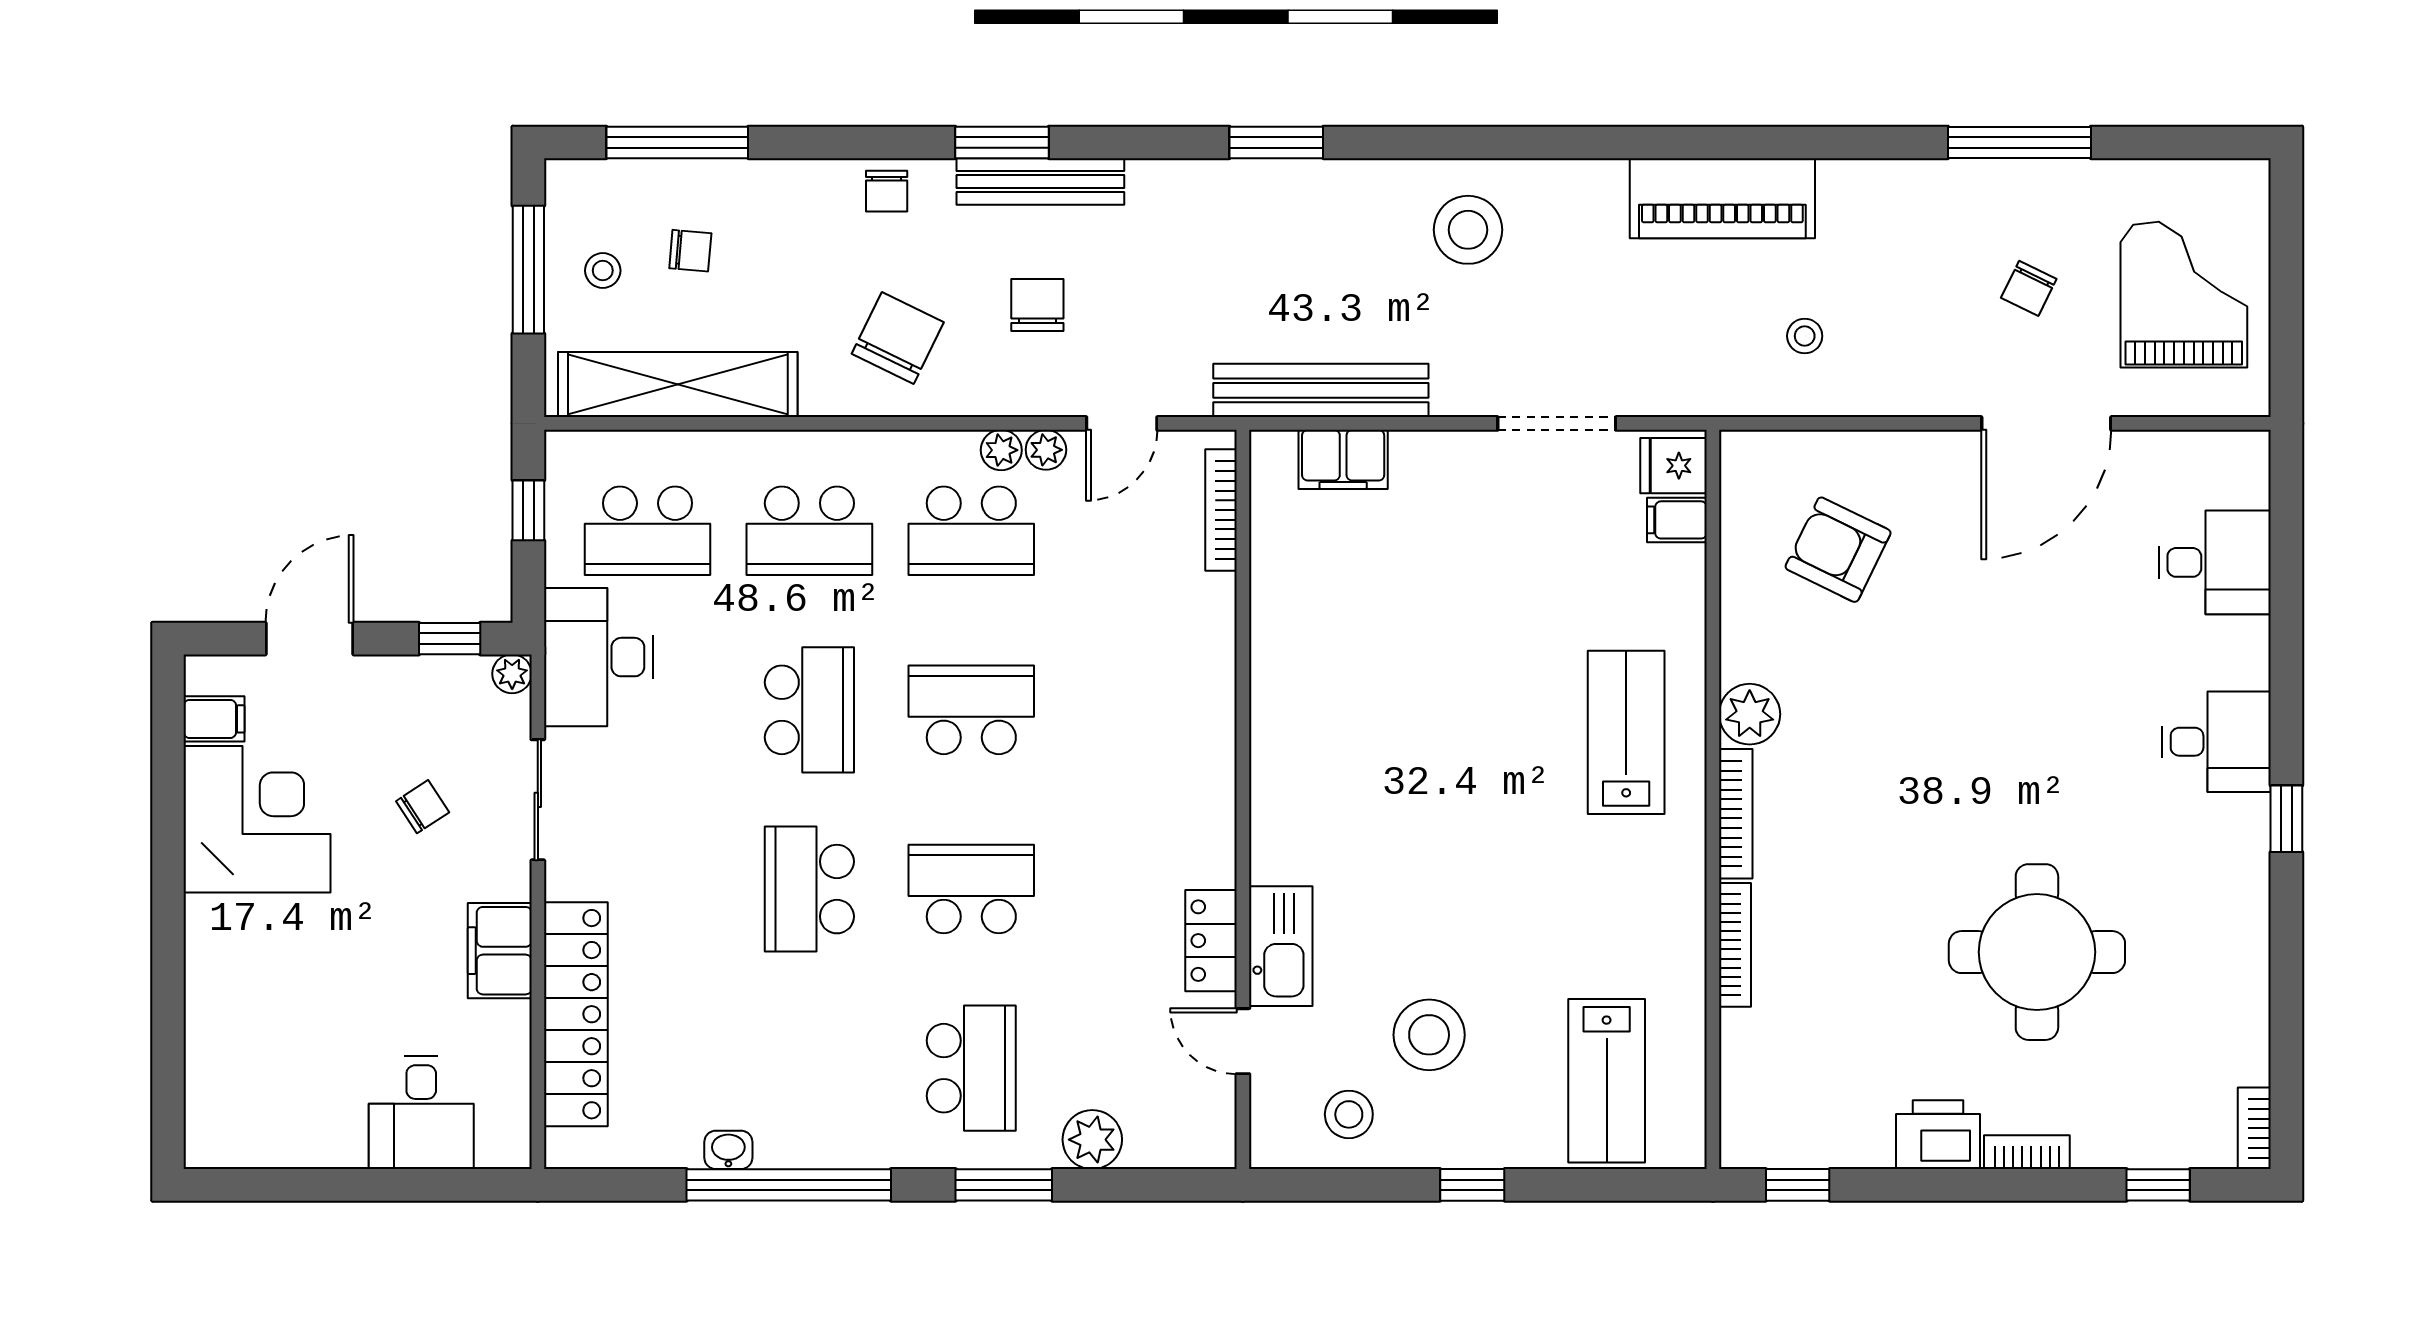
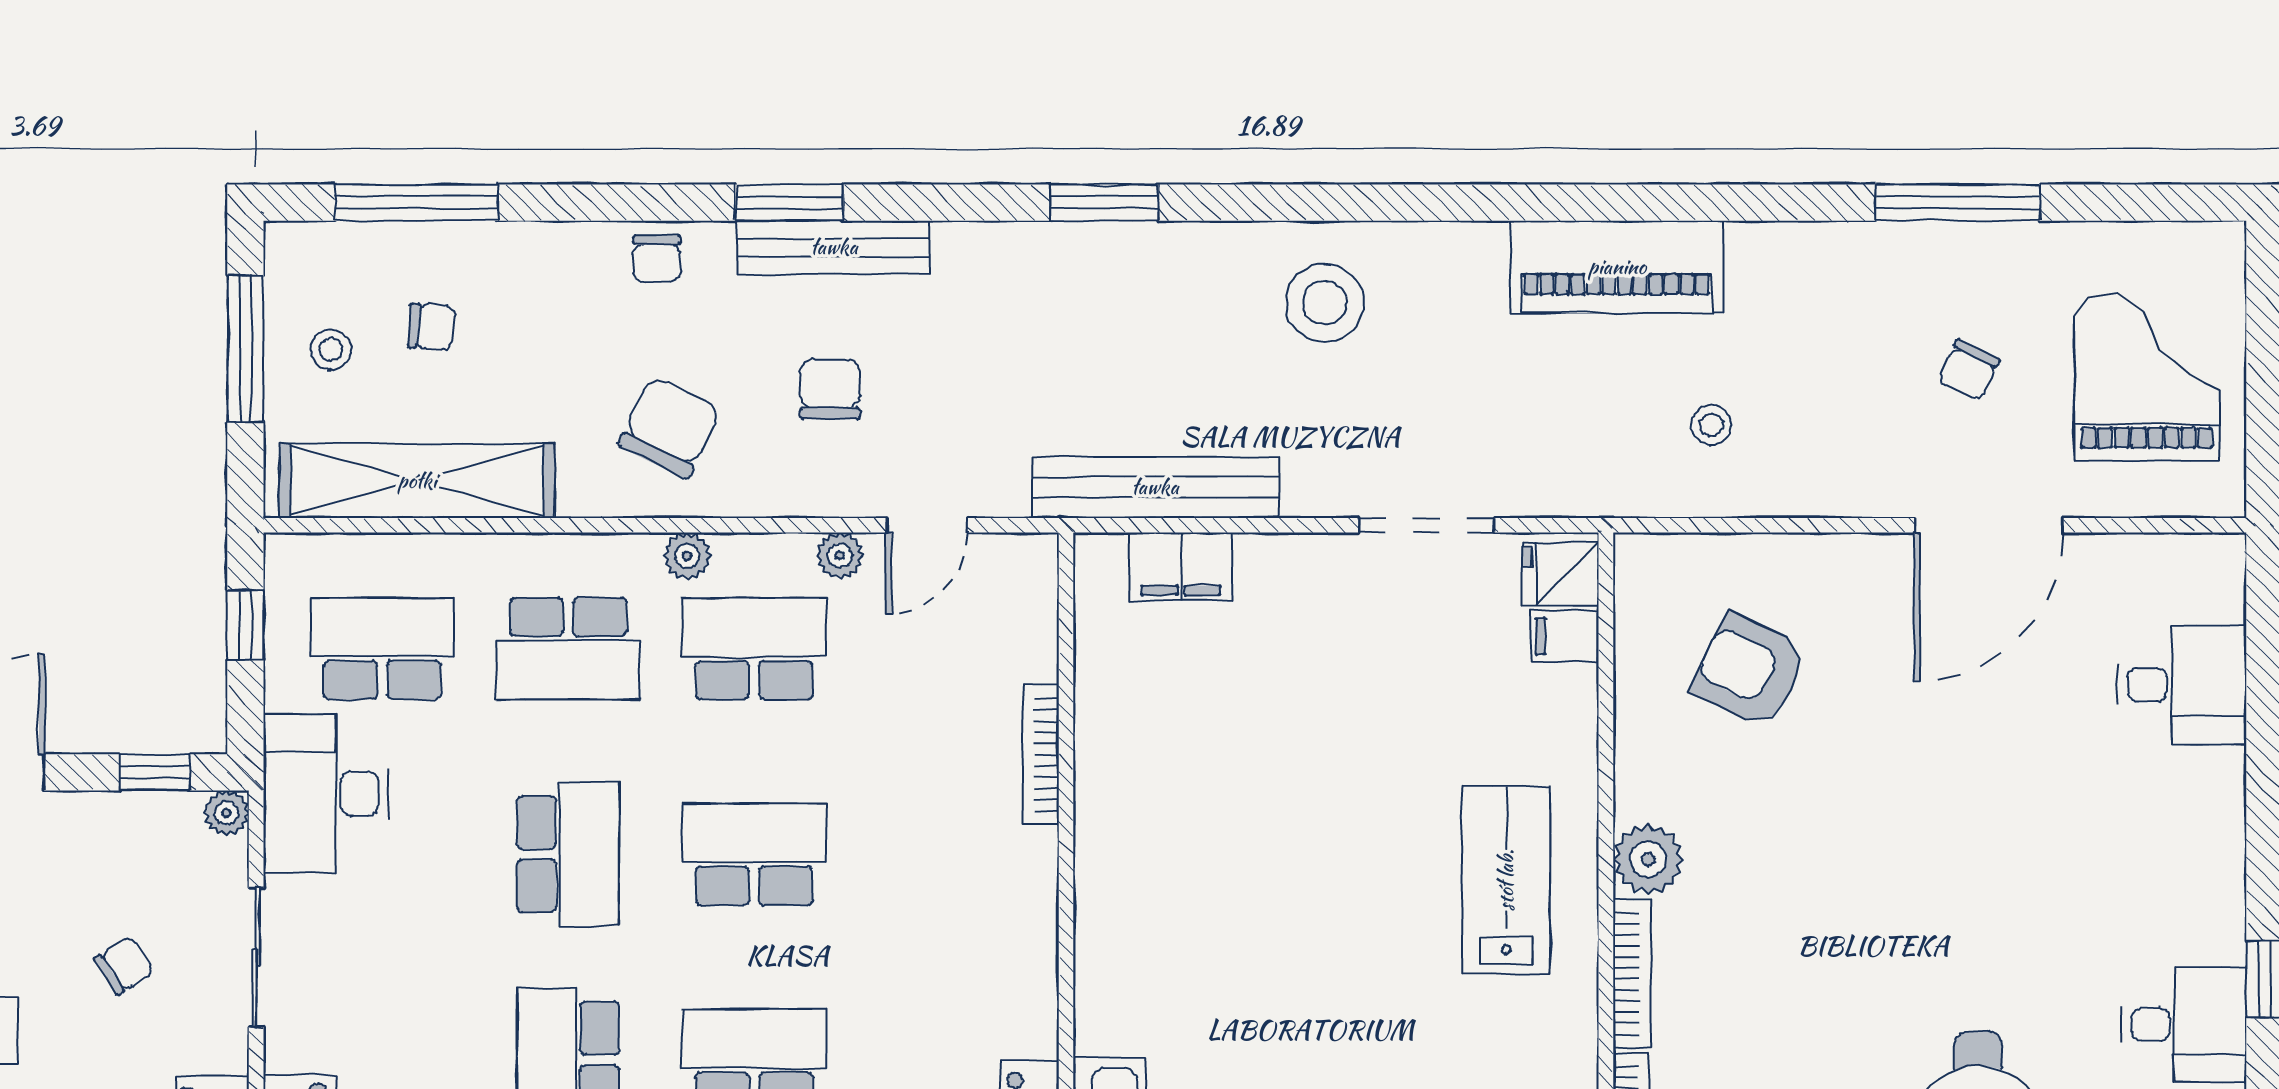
plant: (1001, 450) -> (687, 556), moved
bookcase: (1221, 510) -> (1041, 755), moved
school desk: (647, 531) -> (382, 648), turned 180
school desk: (971, 531) -> (754, 648), turned 180
desk: (2216, 742) -> (2184, 1024), moved

